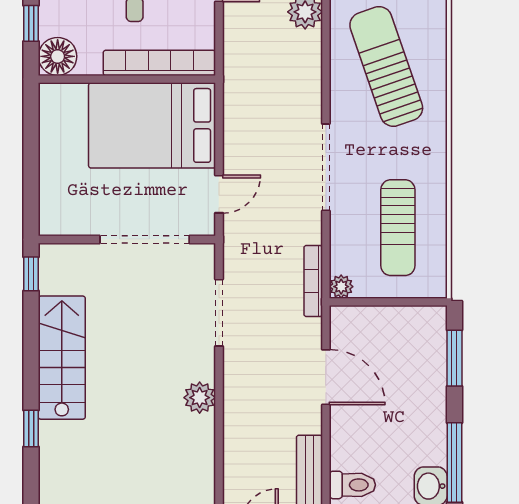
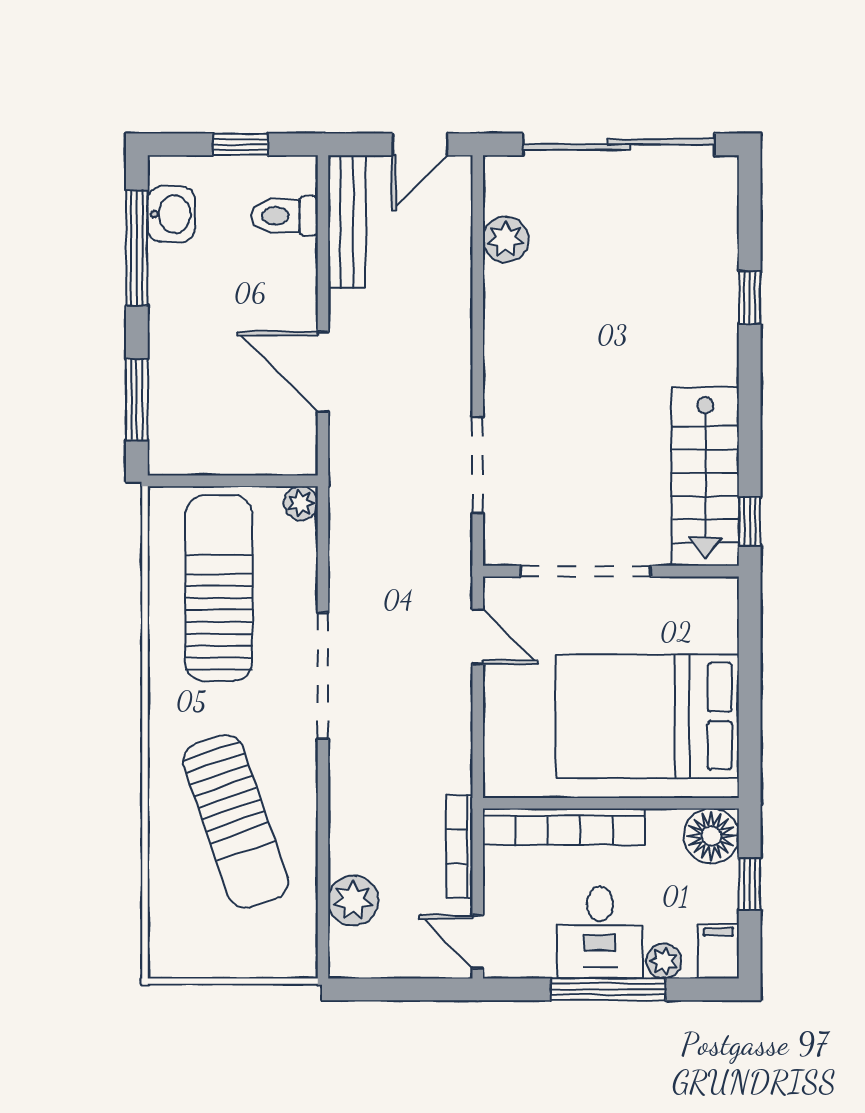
bed: (152, 125) -> (647, 716), moved, turned 180
door: (219, 194) -> (478, 637), swing flipped
sun lounger: (398, 228) -> (219, 588), width x1.36, depth x1.34
bookcase: (313, 281) -> (459, 846), moved, turned 180
stairs: (62, 358) -> (705, 477), moved
plant: (200, 398) -> (506, 239), moved

